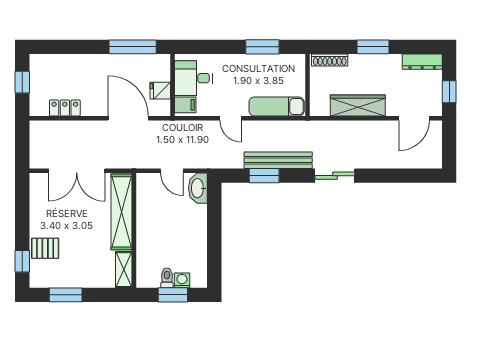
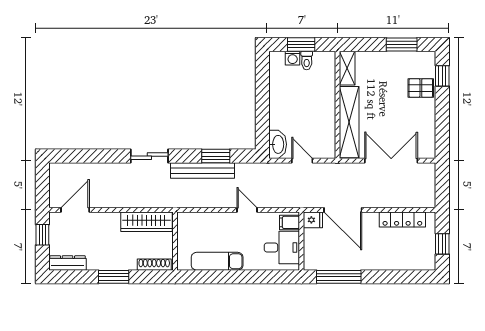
window: (262, 47) -> (217, 277), removed
fridge: (160, 91) -> (313, 220), moved
exam couch: (277, 106) -> (217, 261), moved, turned 180
wardrobe: (358, 106) -> (146, 222), moved
locker: (65, 108) -> (402, 219), width x1.53

